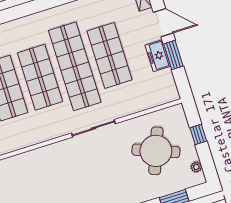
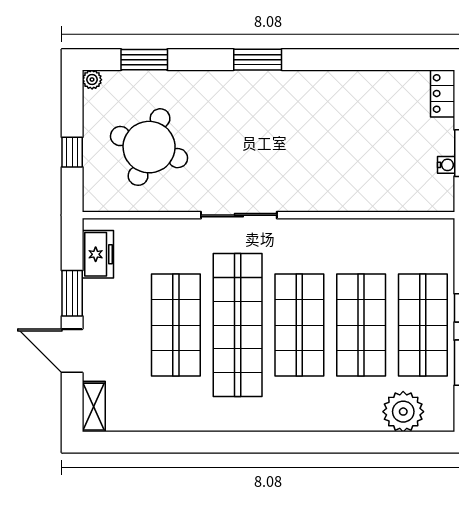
freezer: (158, 56) -> (98, 254), moved
plant: (196, 167) -> (92, 80), moved

